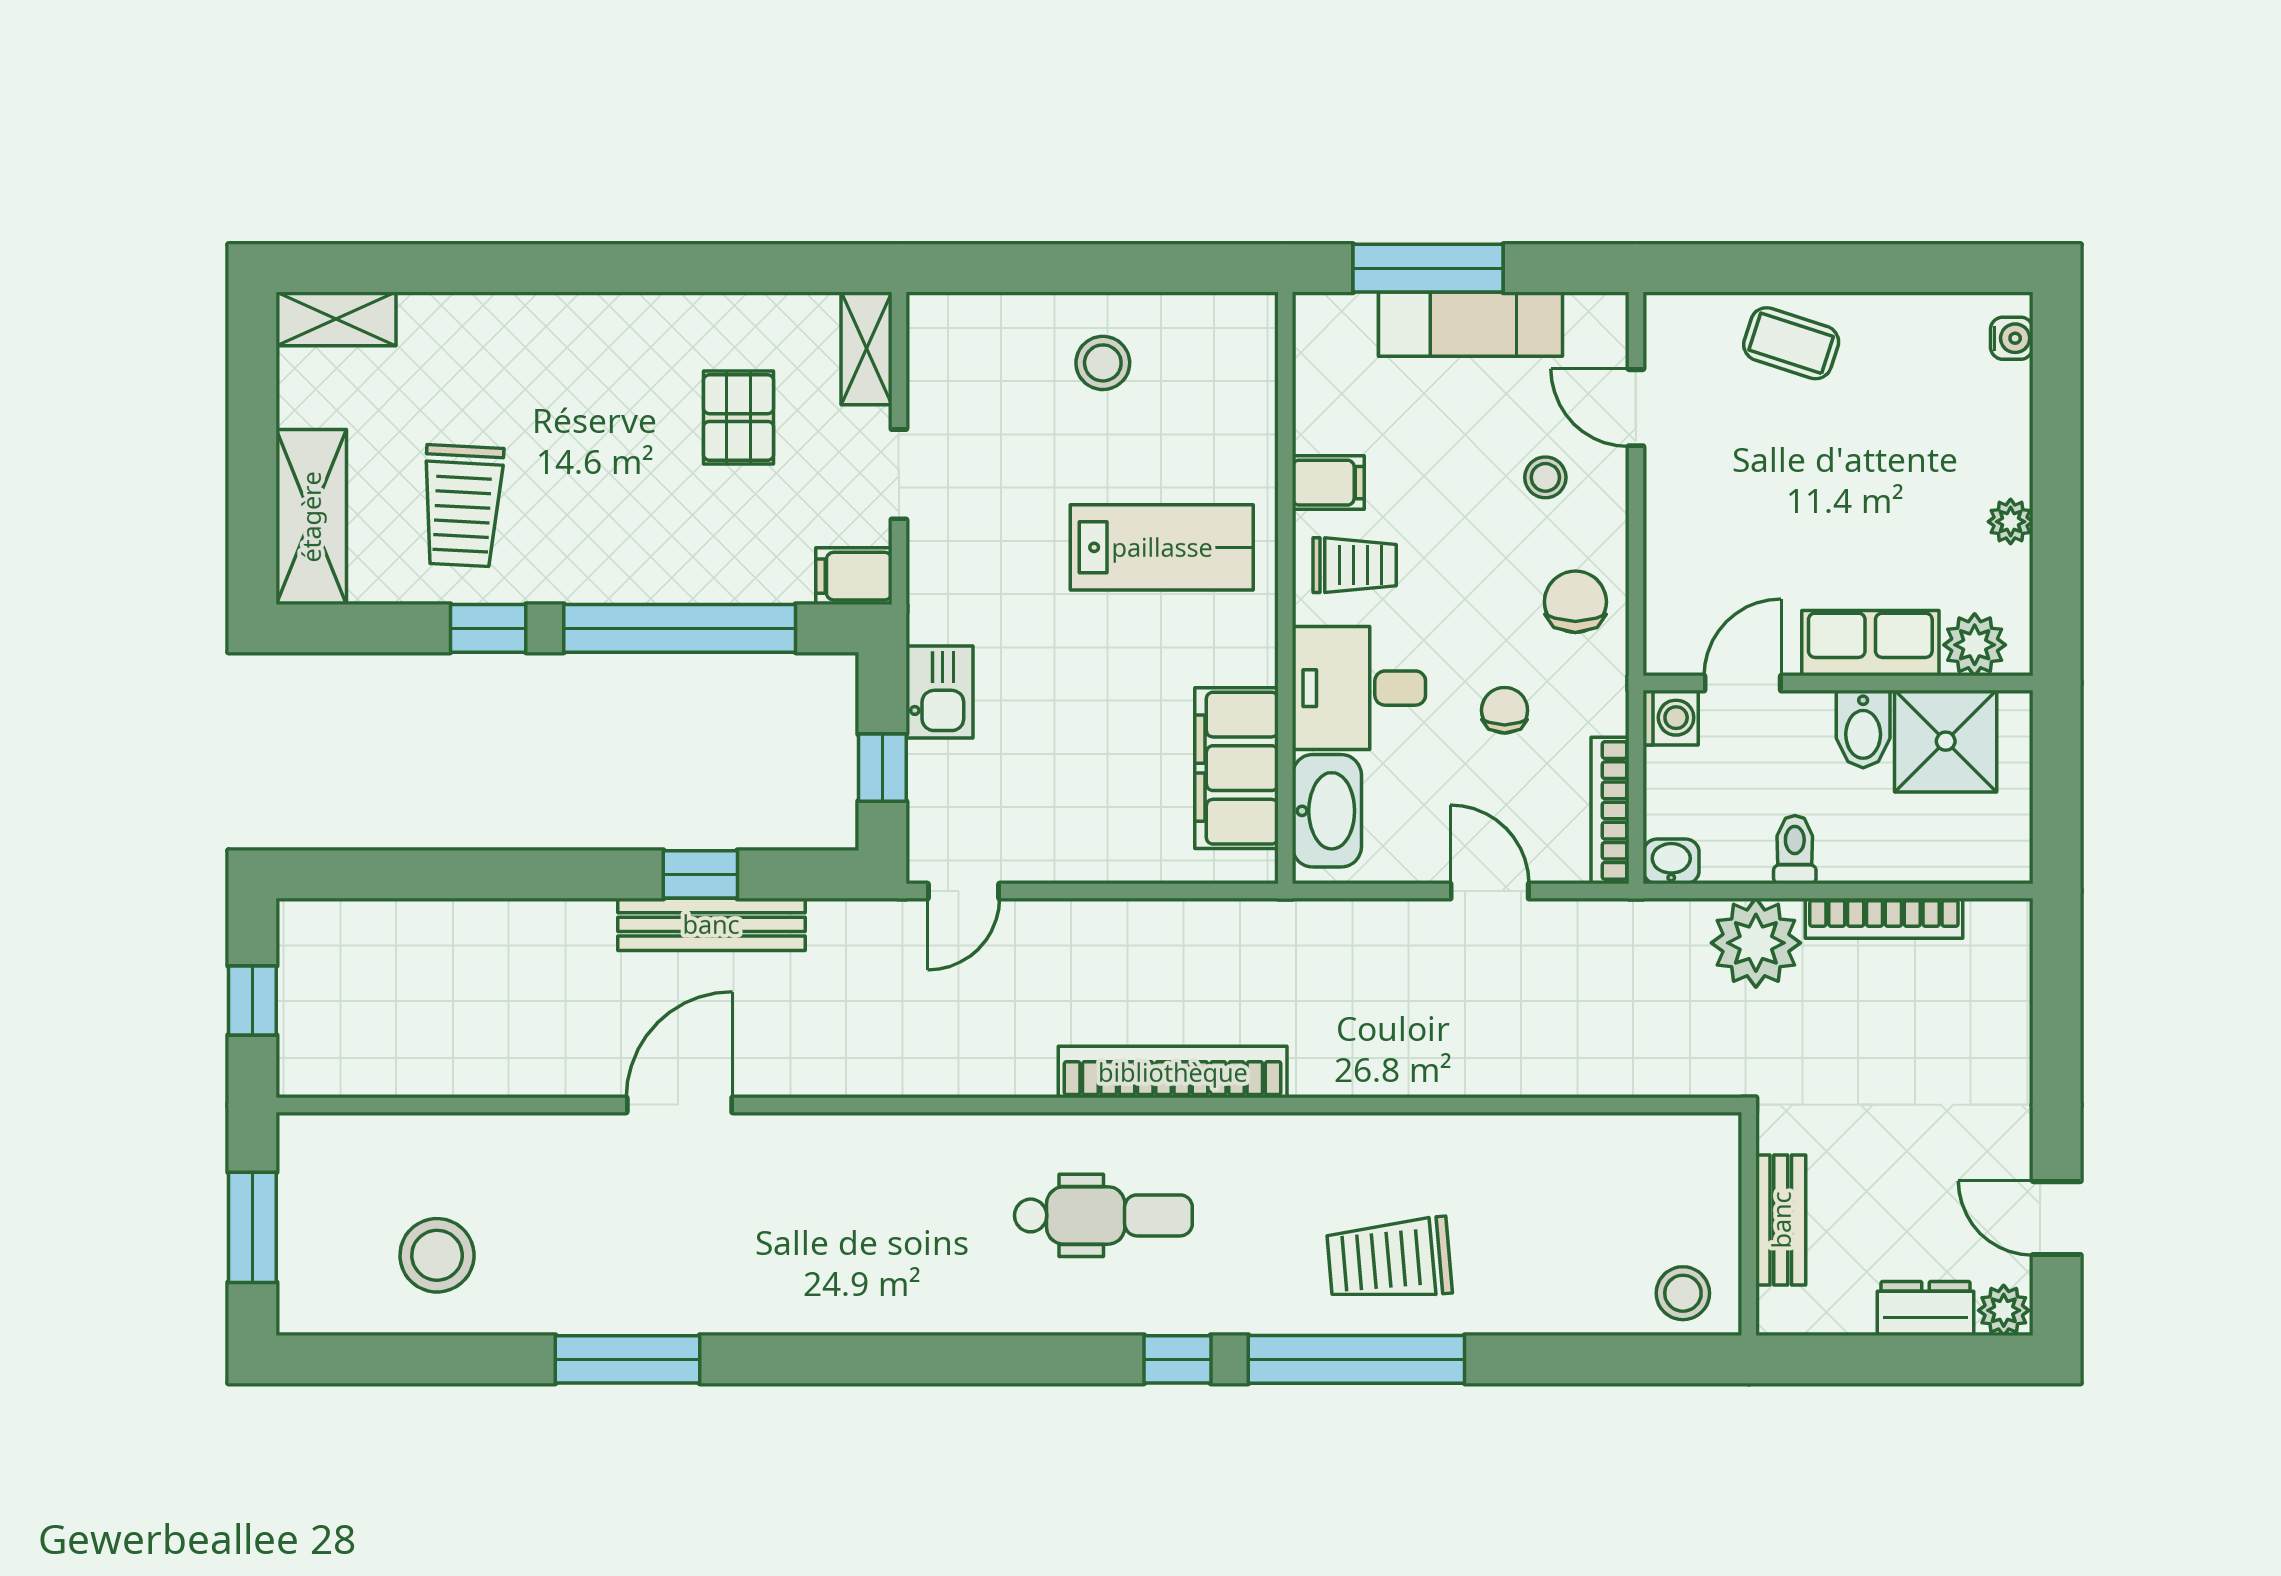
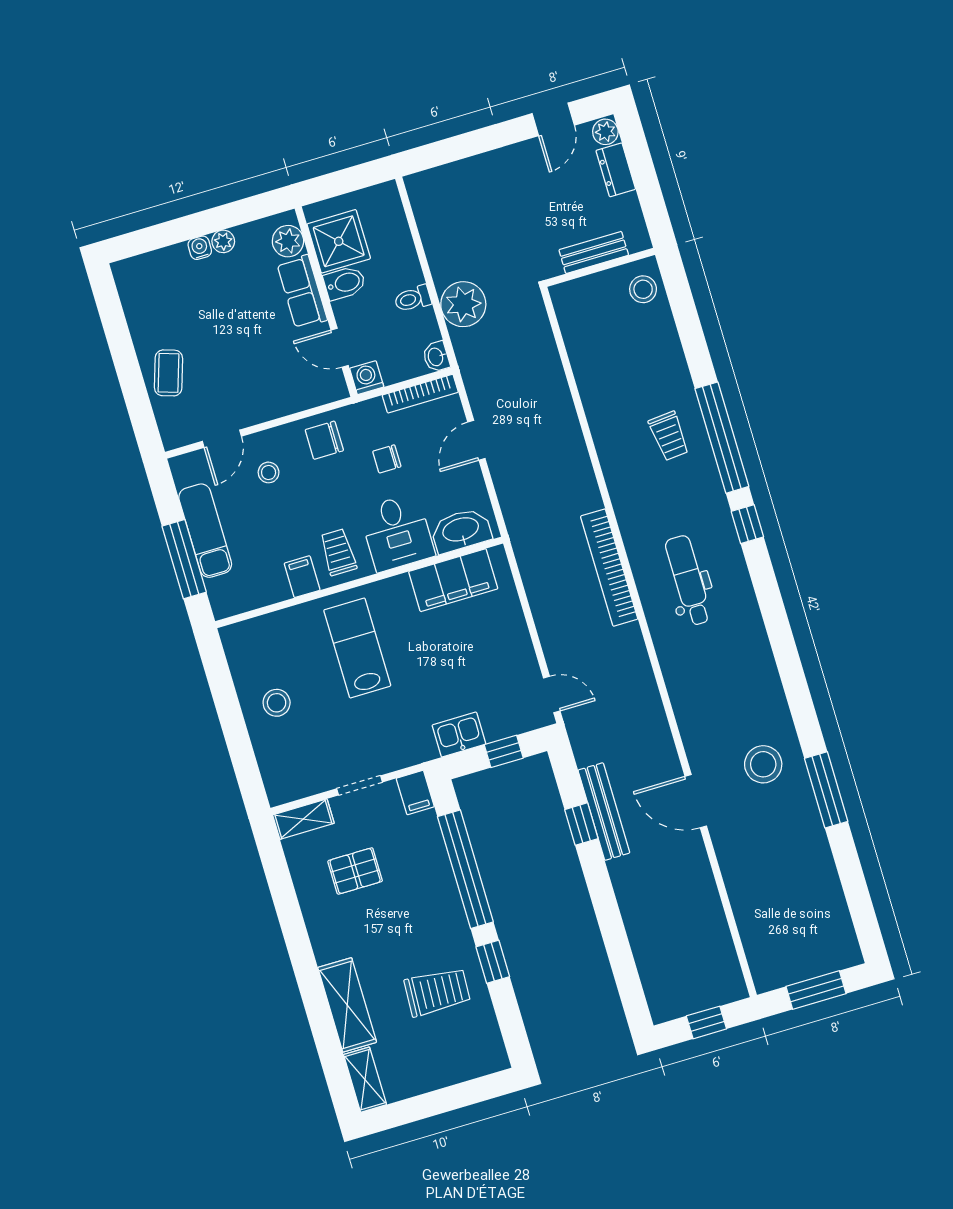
water cooler: (2012, 338) -> (200, 248), moved
shelving: (311, 517) -> (347, 1005), moved, turned 90
bookcase: (1884, 918) -> (433, 246), removed
stool: (437, 1255) -> (763, 764), moved
trolley: (1389, 1260) -> (669, 436), width x0.73, depth x0.72

